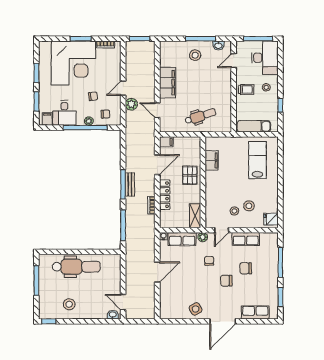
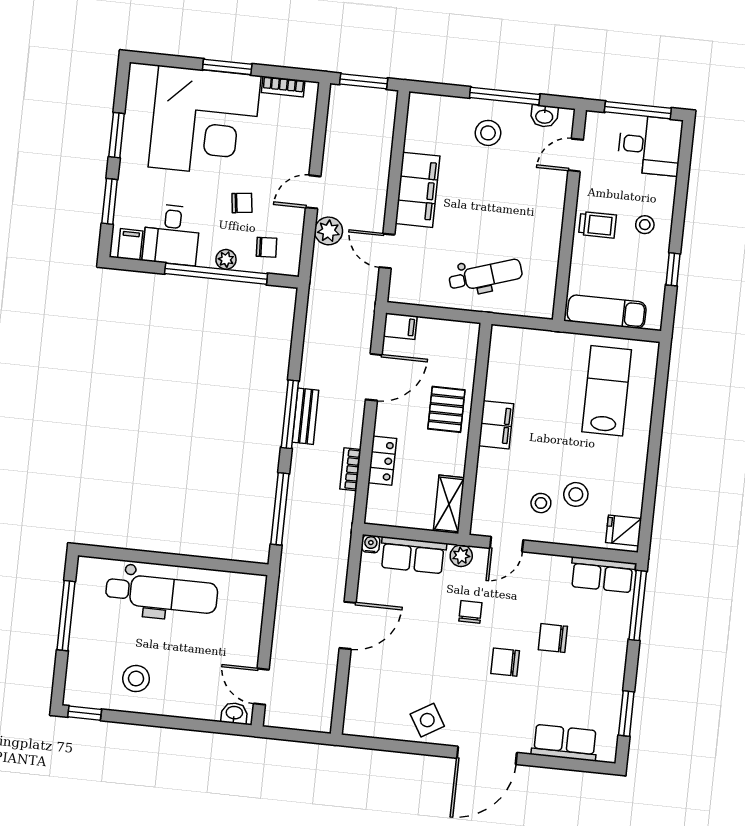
desk: (265, 58) -> (650, 145), width x0.73
filing cabinet: (212, 160) -> (496, 425), moved
locker: (165, 195) -> (382, 461), width x0.66
row of seats: (246, 239) -> (603, 575), moved
window: (280, 262) -> (638, 605), moved

